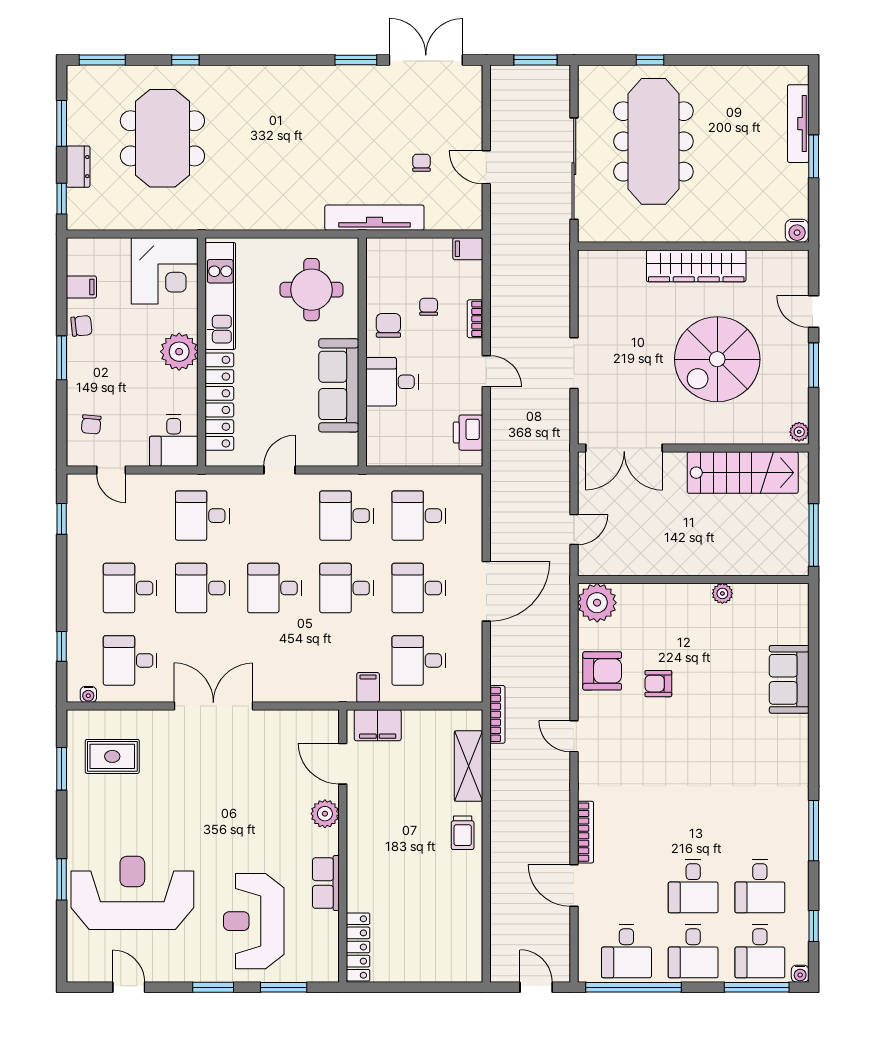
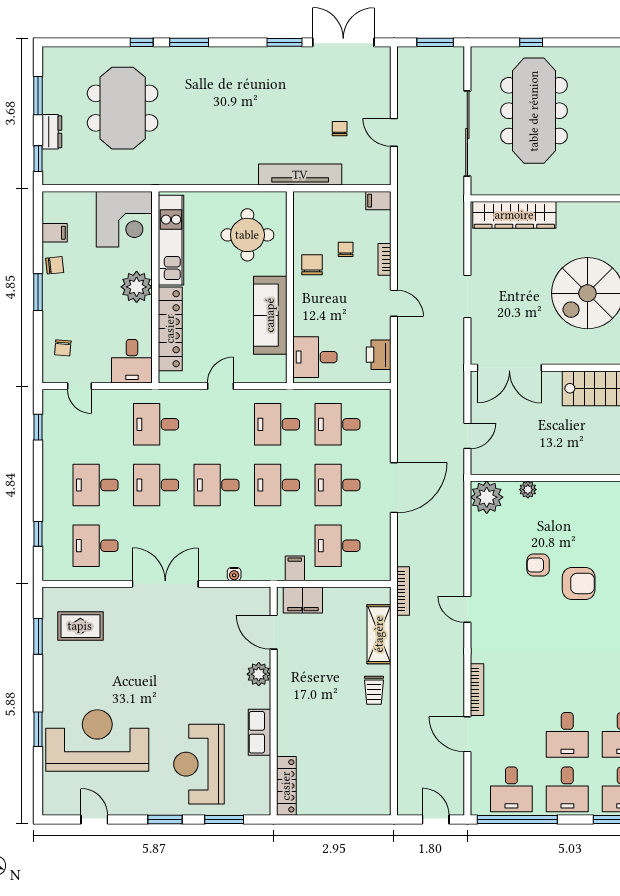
window: (102, 60) -> (189, 42), moved
wardrobe: (696, 266) -> (514, 215), moved
desk: (392, 382) -> (315, 357), moved
plant: (722, 593) -> (528, 490), moved
armchair: (602, 671) -> (579, 583), moved
water cooler: (88, 694) -> (234, 574), moved

